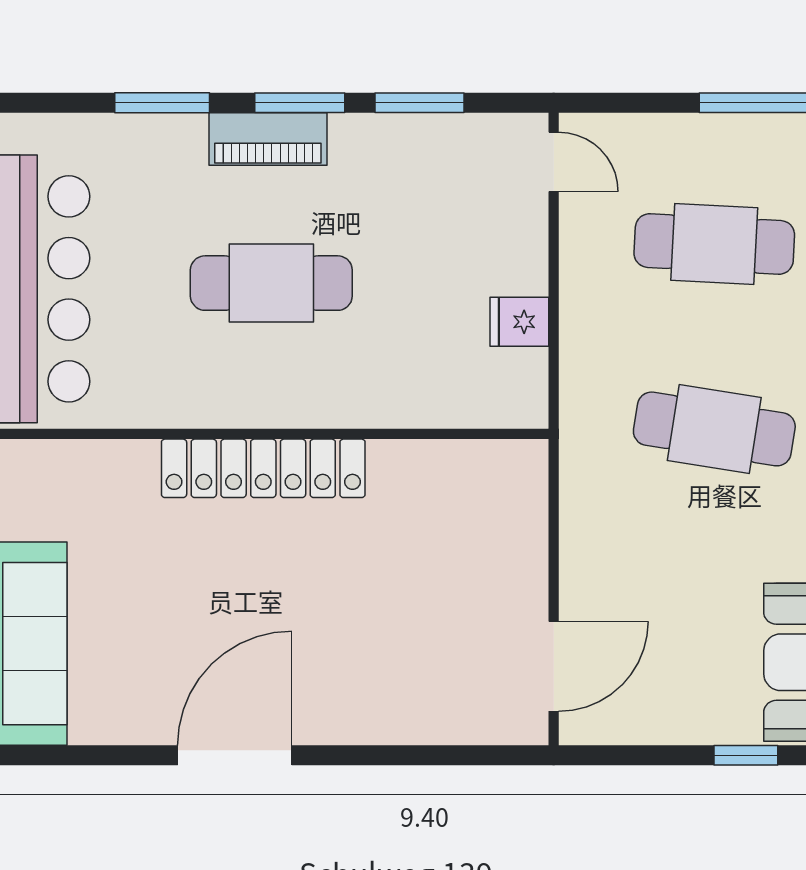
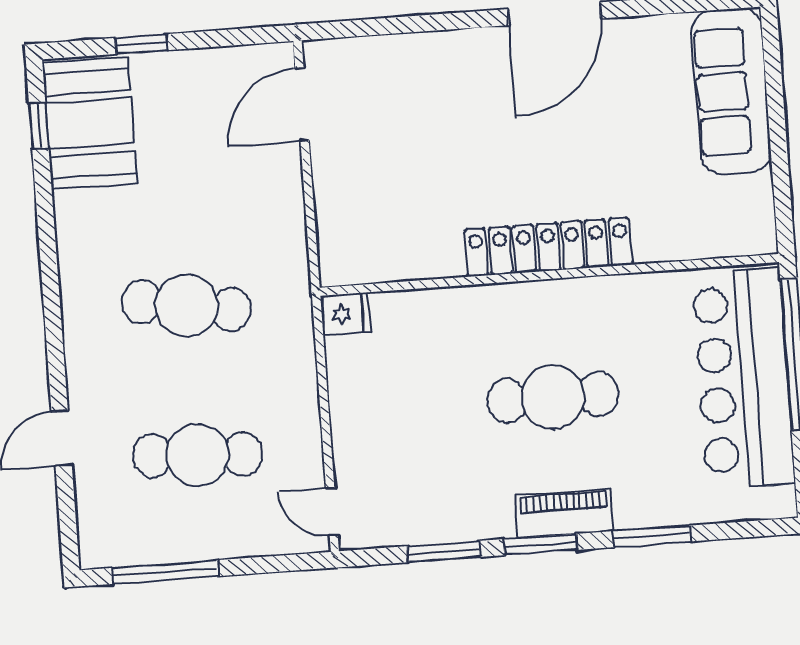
fridge: (519, 322) -> (345, 314), moved

